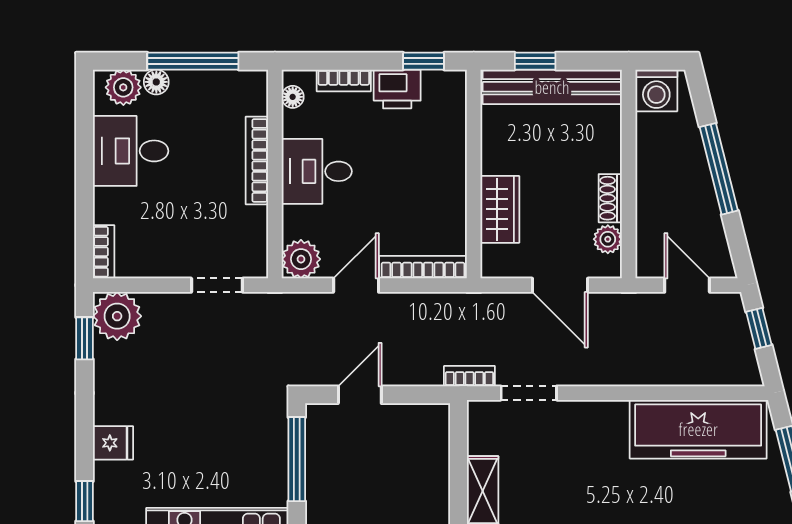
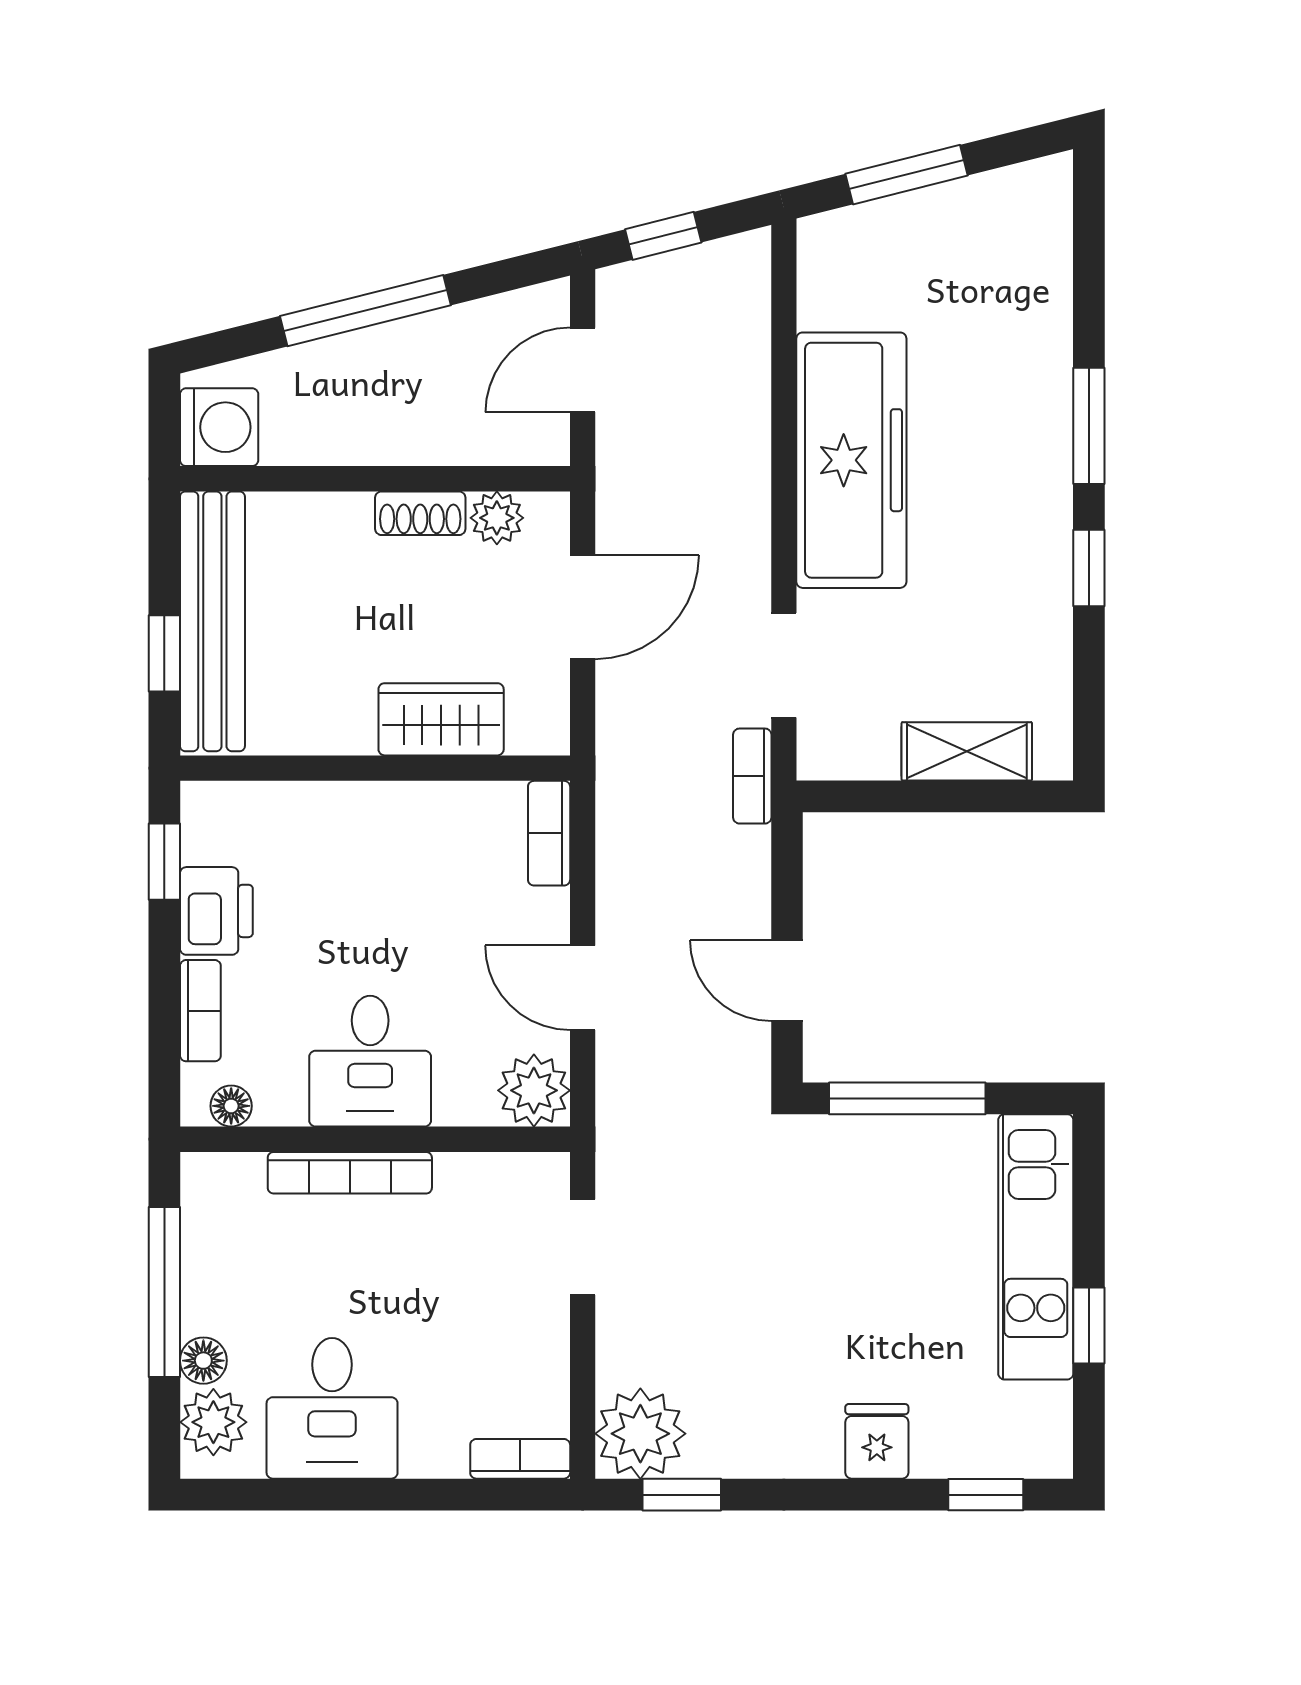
bookcase: (423, 267) -> (549, 833), width x0.64
freezer: (698, 429) -> (851, 460), moved

